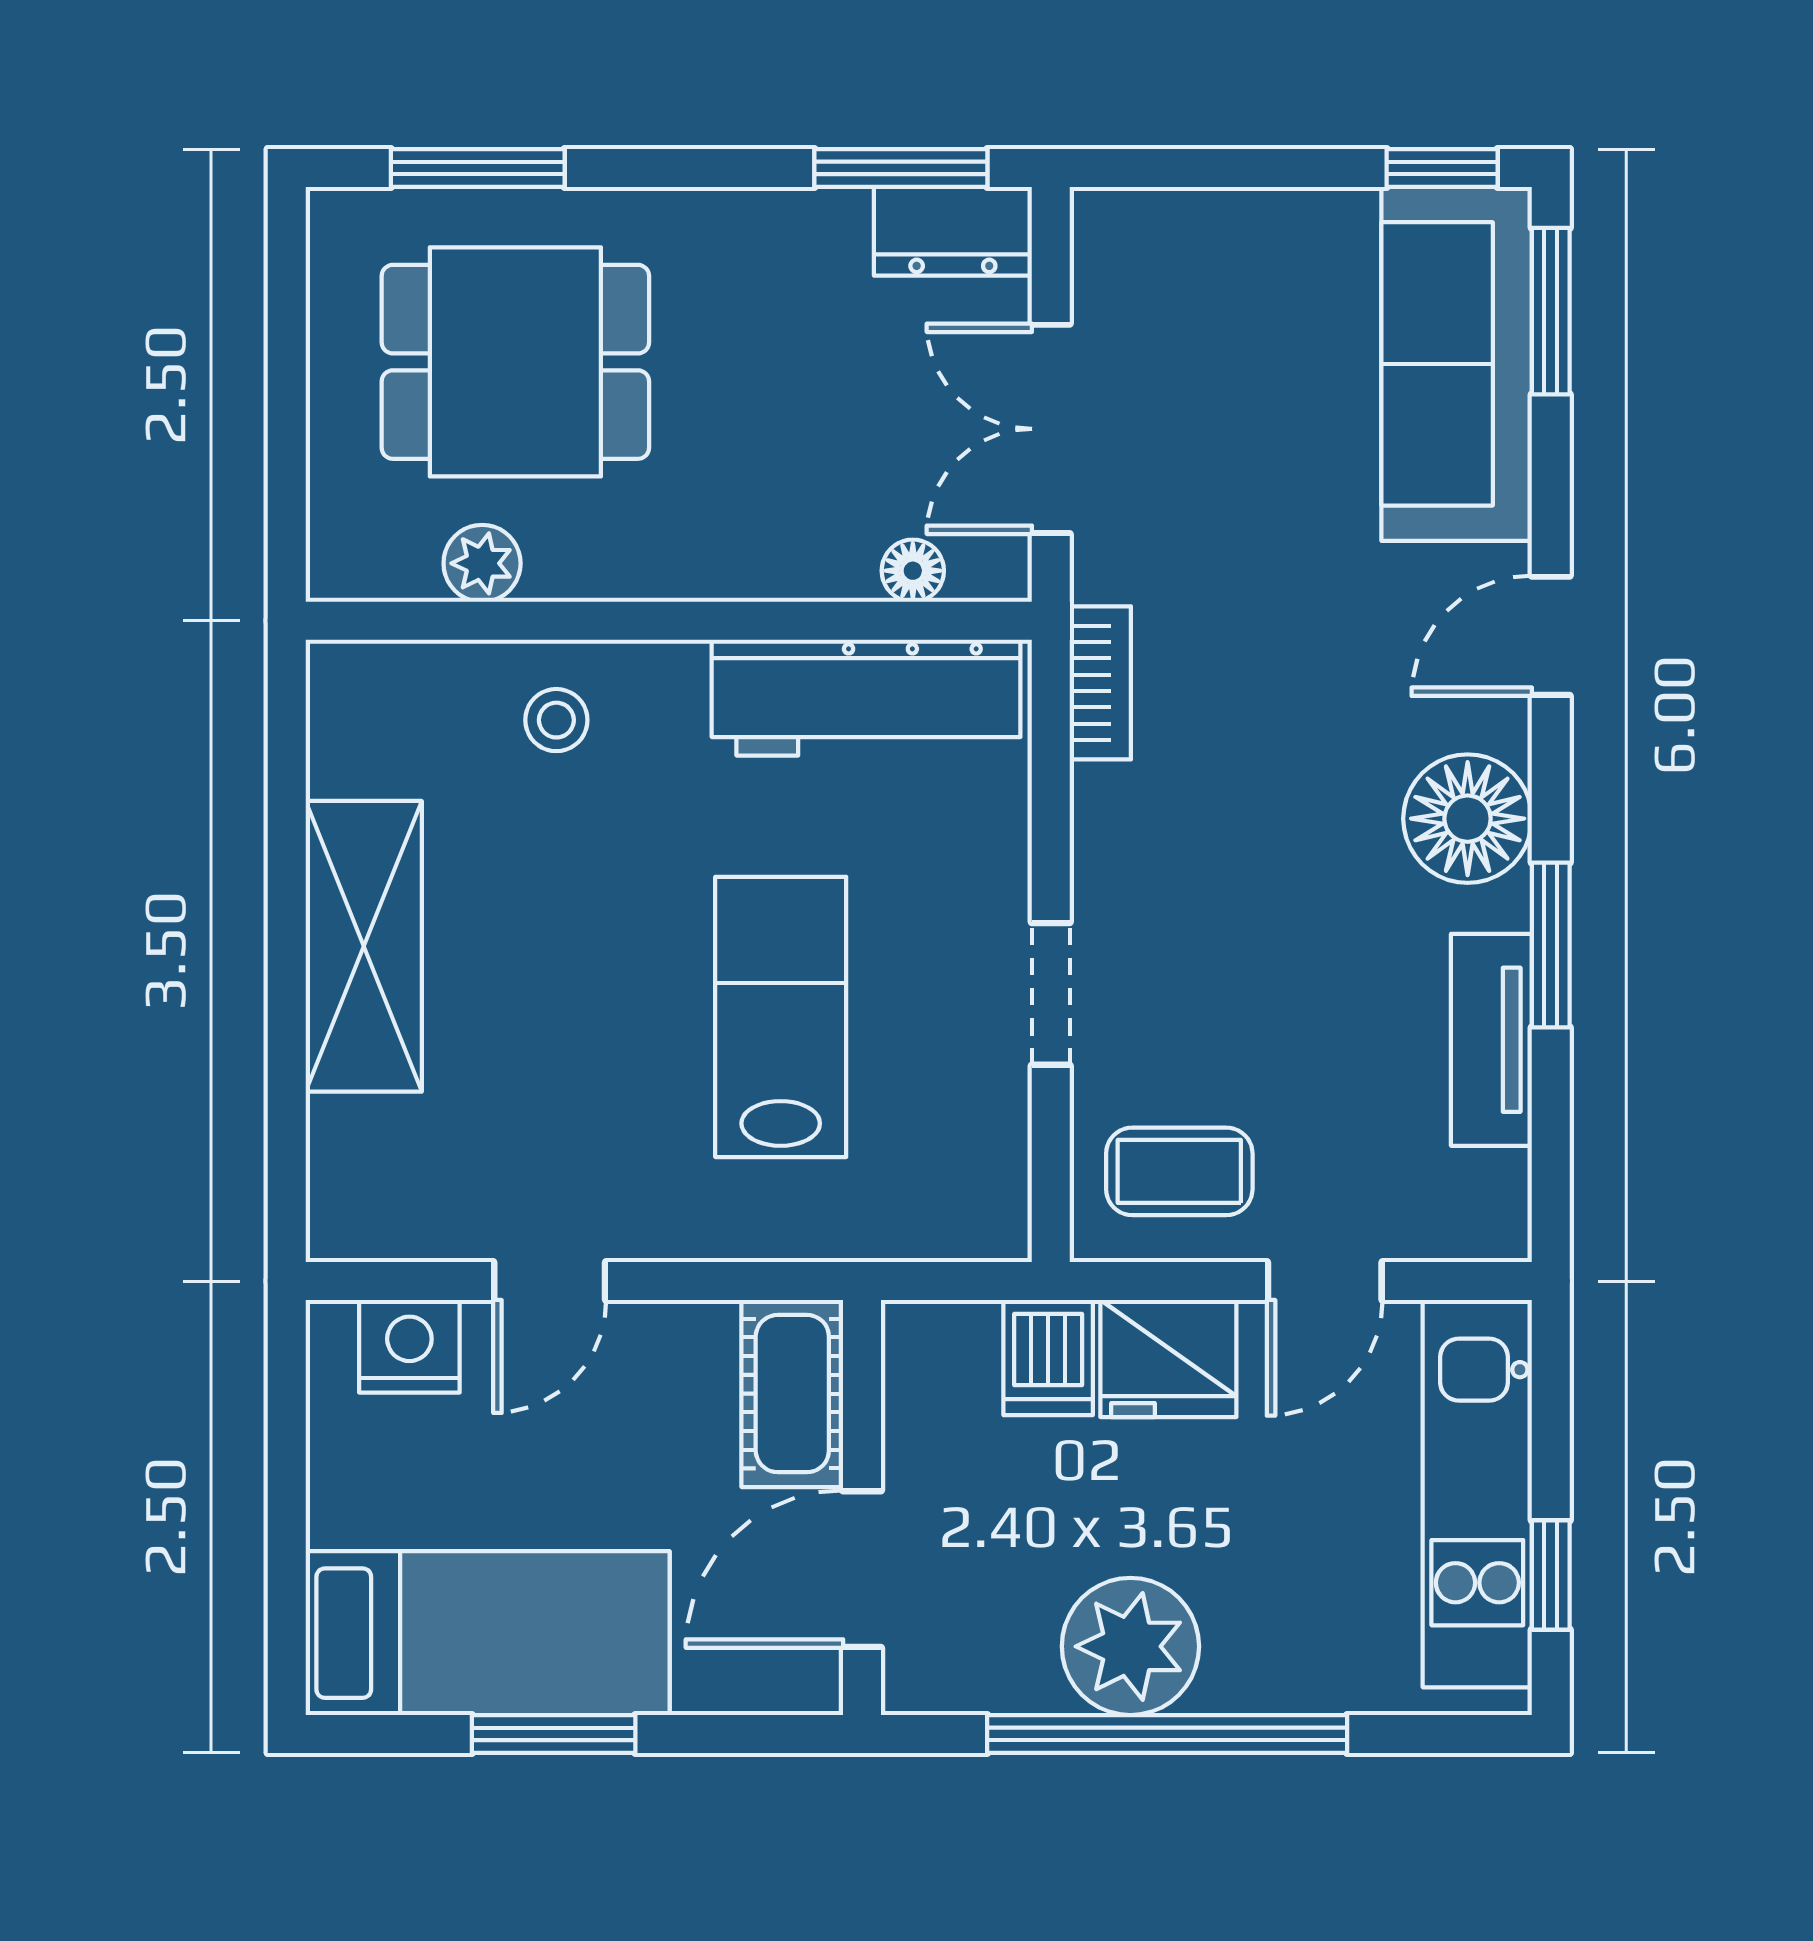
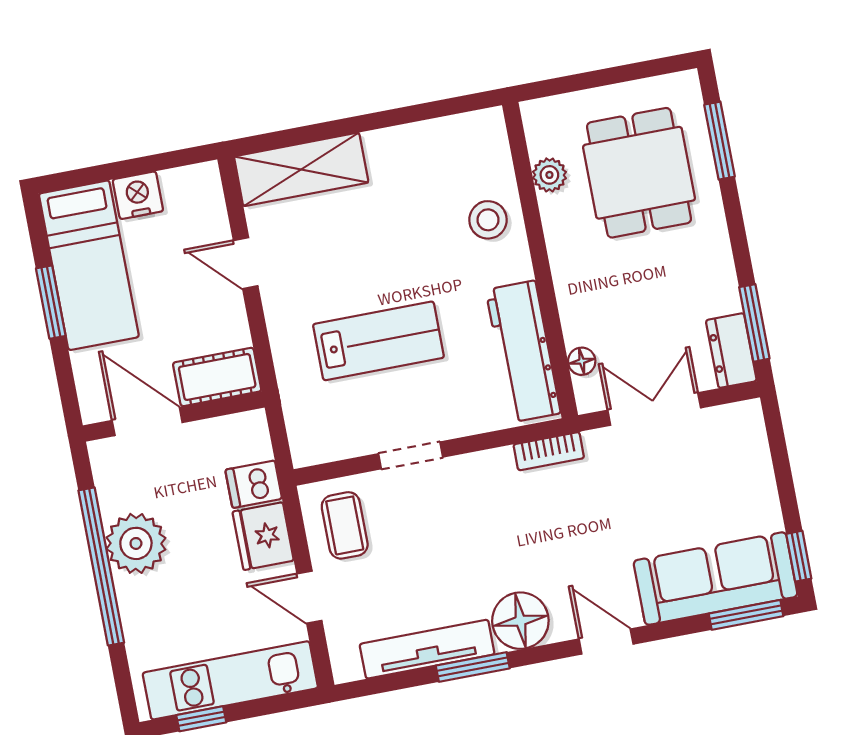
stool: (556, 720) -> (488, 220), width x1.37, depth x1.37
shelving: (364, 946) -> (301, 169), moved
tv unit: (1491, 1040) -> (427, 649), width x1.41
nightstand: (409, 1346) -> (138, 195), moved, turned -90

